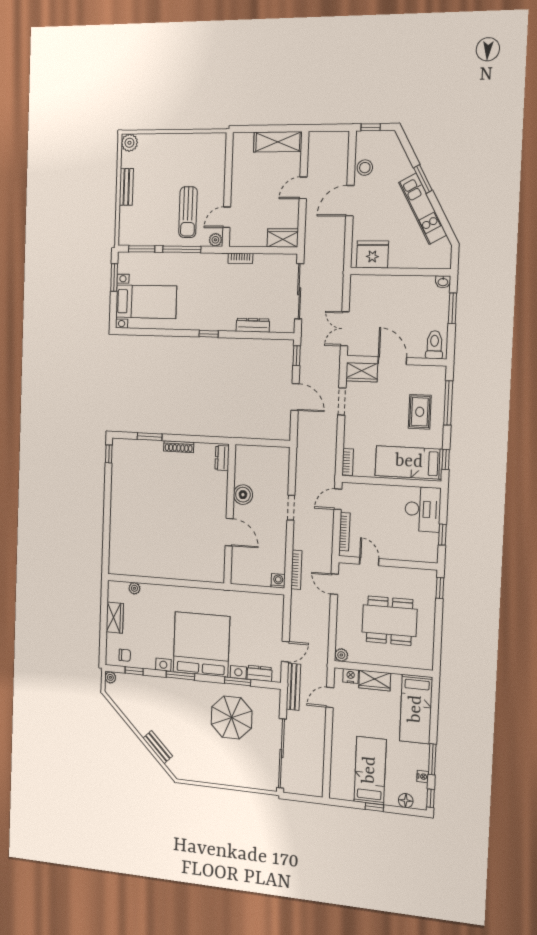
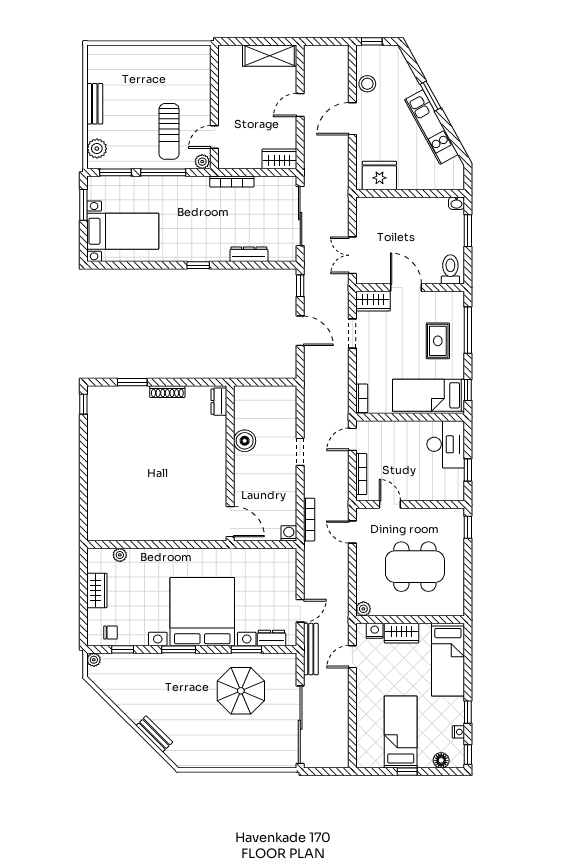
plant: (129, 143) -> (97, 149), moved
bookcase: (240, 258) -> (232, 182), width x1.56
door: (229, 532) -> (230, 522), moved
window: (432, 759) -> (468, 712), width x0.67

